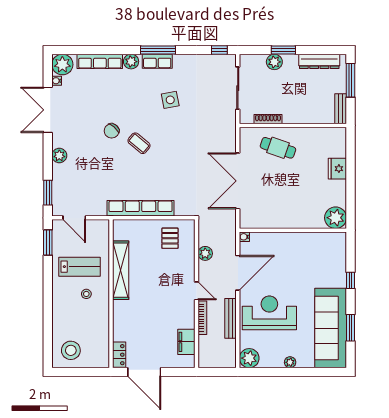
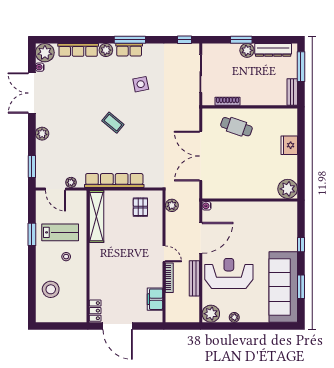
plant: (274, 62) -> (247, 50), moved
chair: (112, 131) -> (89, 112), removed
plant: (92, 210) -> (71, 182), added
window: (48, 242) -> (32, 234), moved
plant: (205, 253) -> (172, 205), moved
shelving: (121, 270) -> (97, 217), moved
stool: (71, 350) -> (51, 289), moved
plant: (290, 362) -> (234, 317), moved

